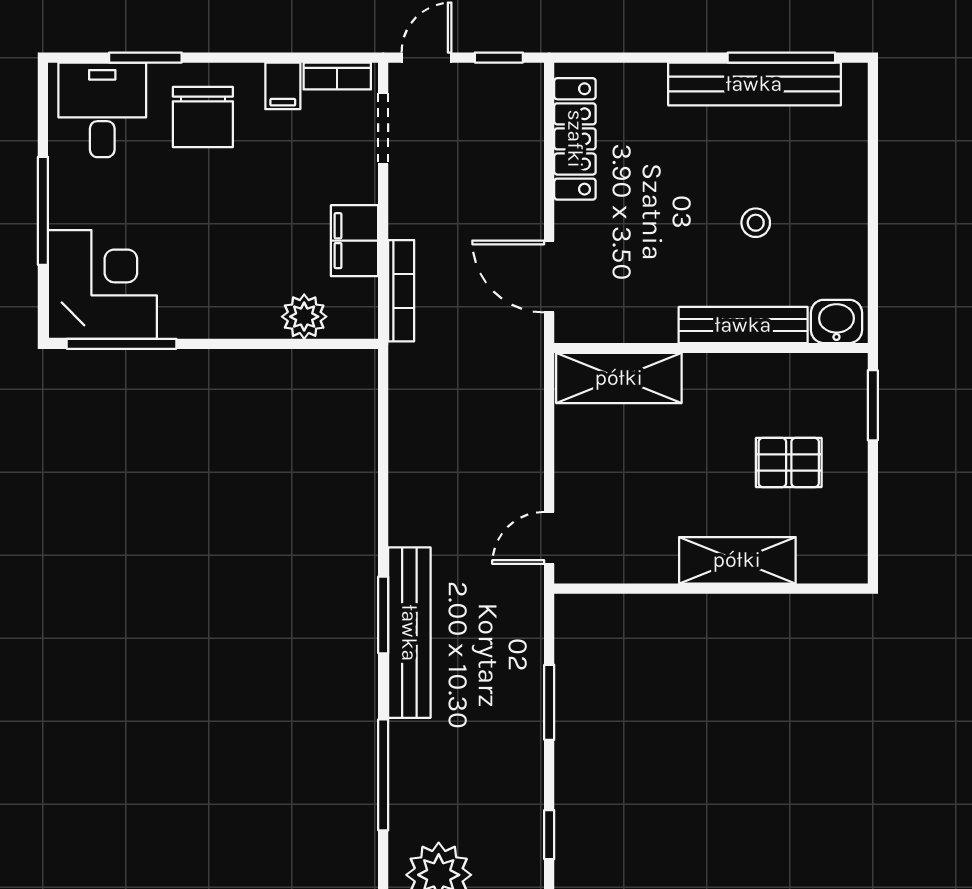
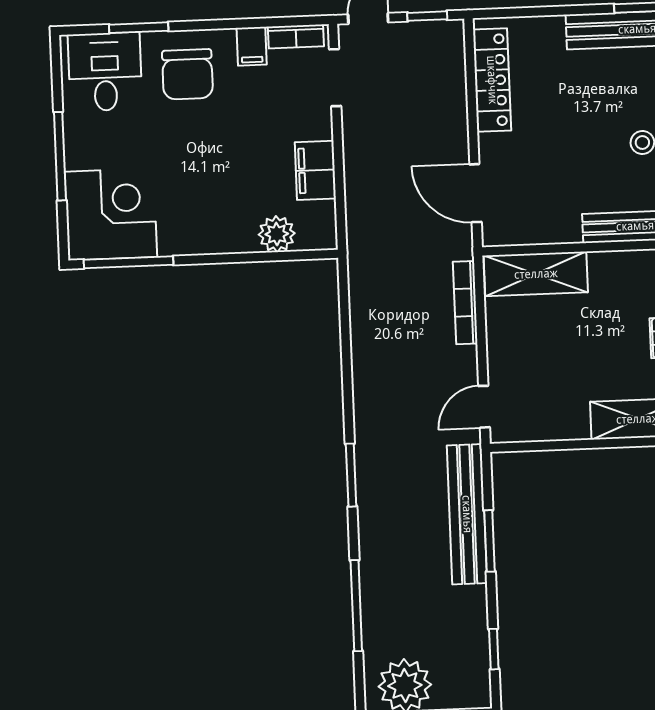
bookcase: (401, 291) -> (465, 303), moved, turned 180
bench: (409, 633) -> (467, 514), moved

